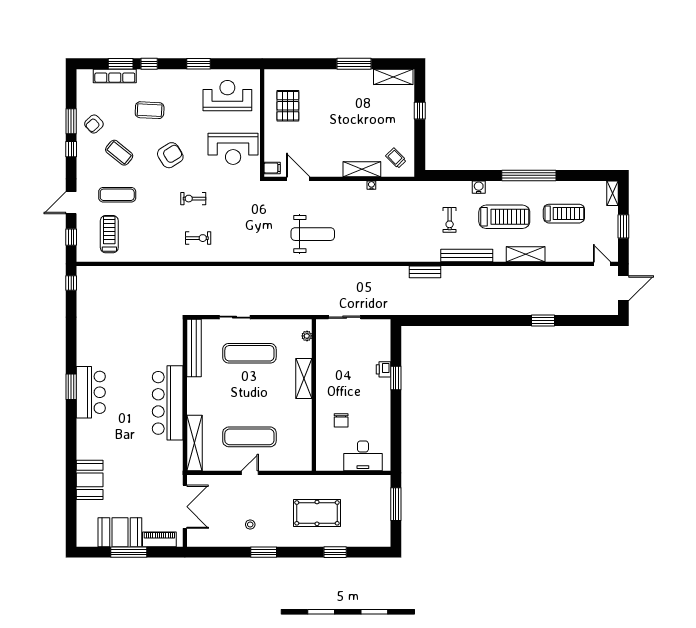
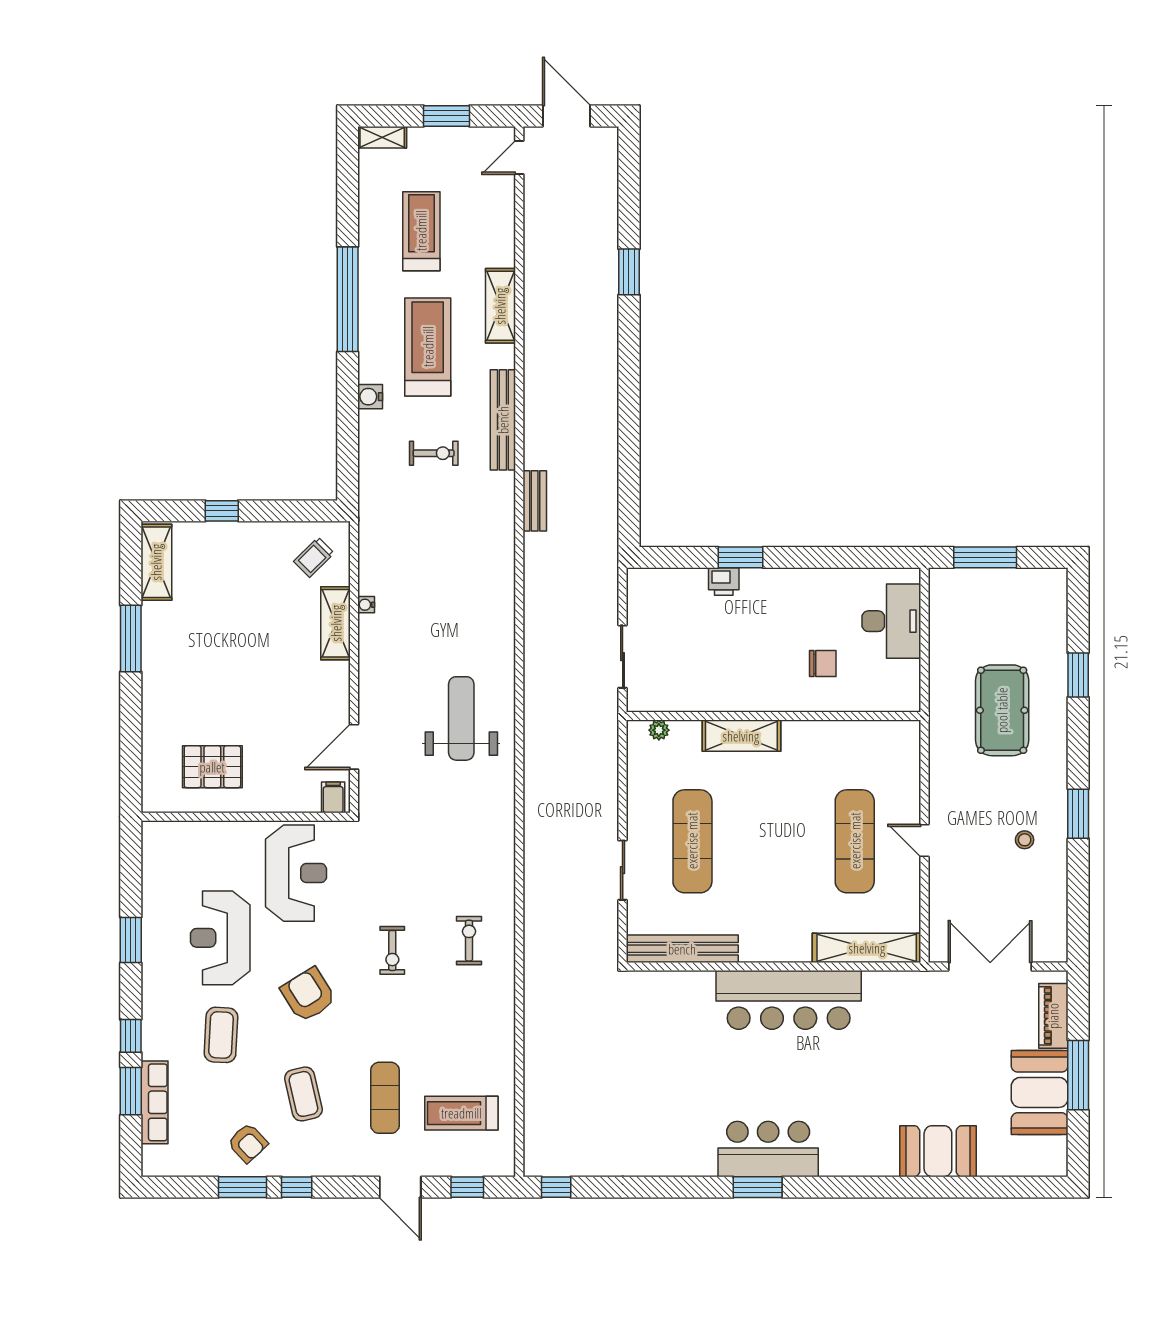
reception desk: (227, 96) -> (220, 938), moved
coffee table: (119, 153) -> (303, 1094), turned -52

